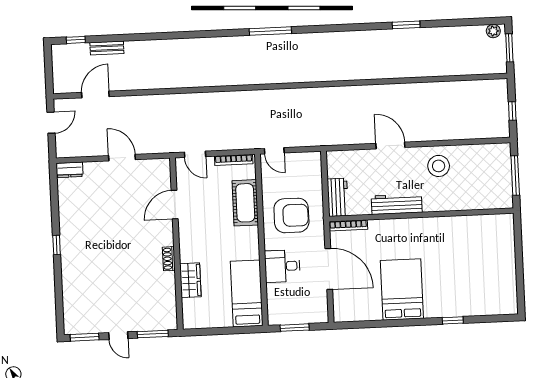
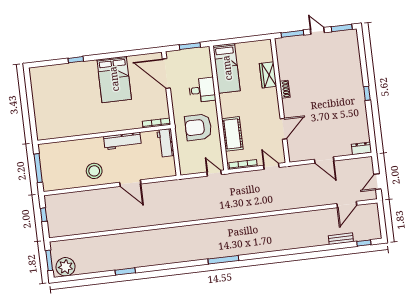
plant: (493, 31) -> (65, 267), width x1.88, depth x1.88
door: (329, 269) -> (166, 73), moved

